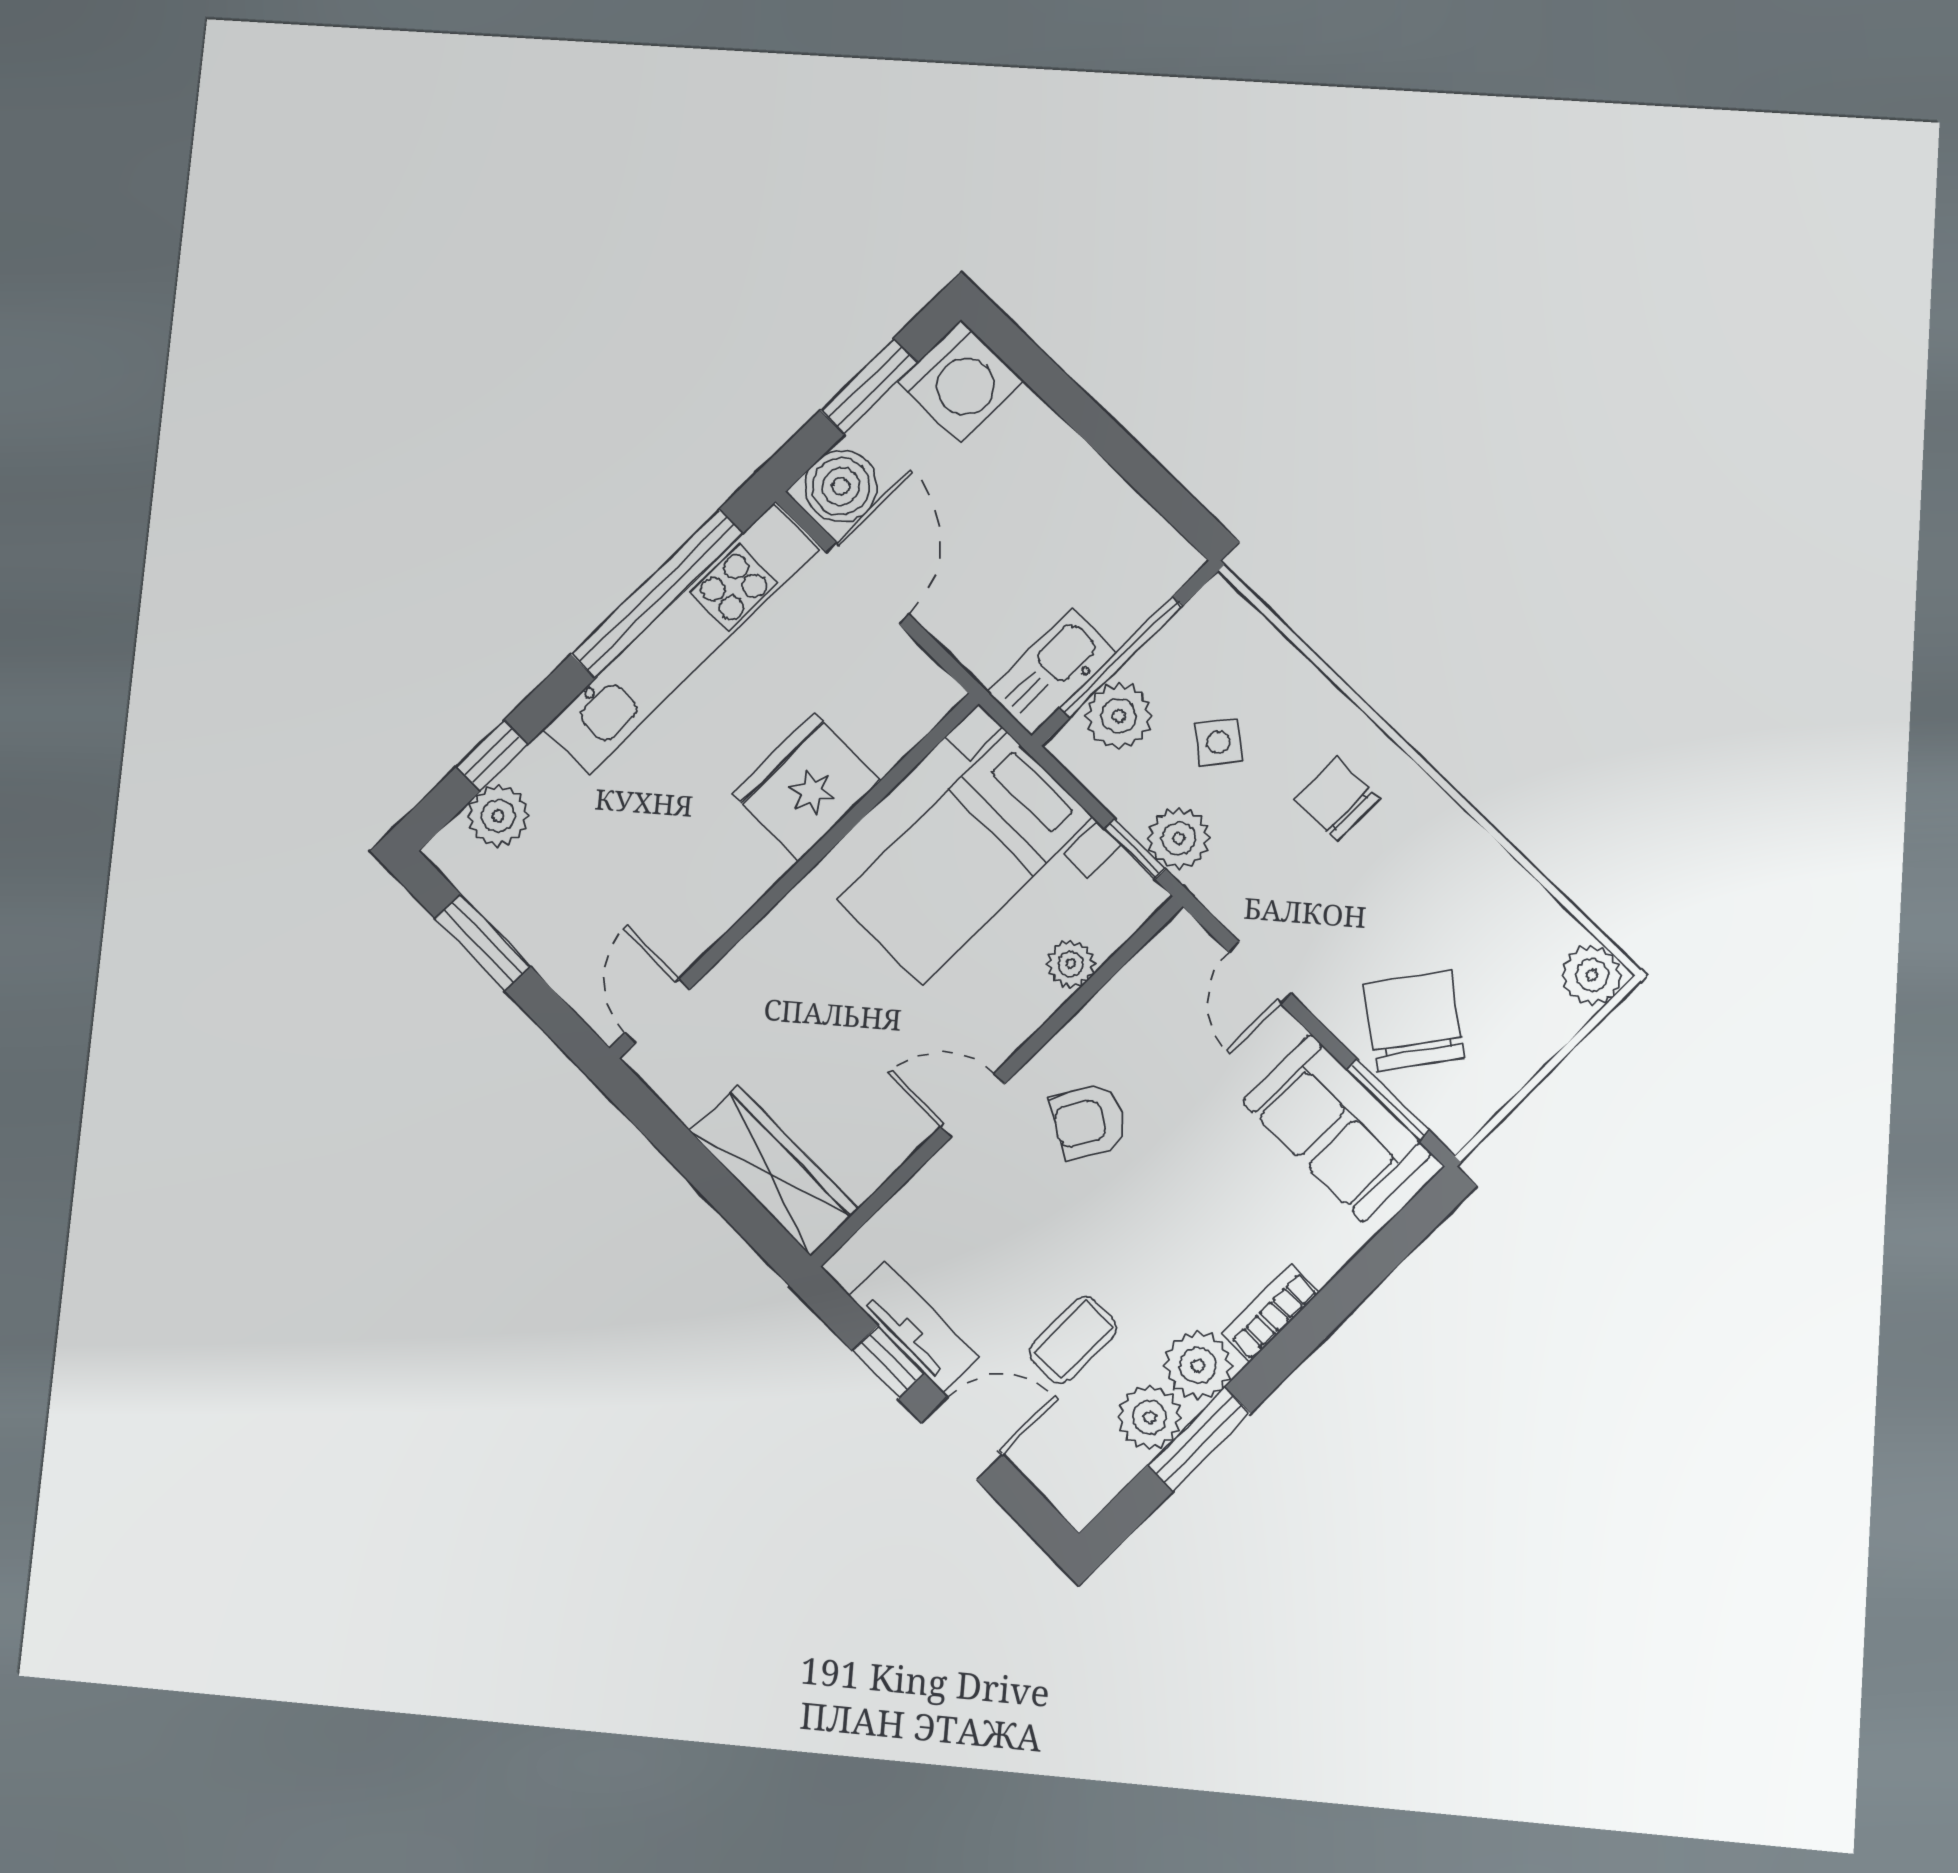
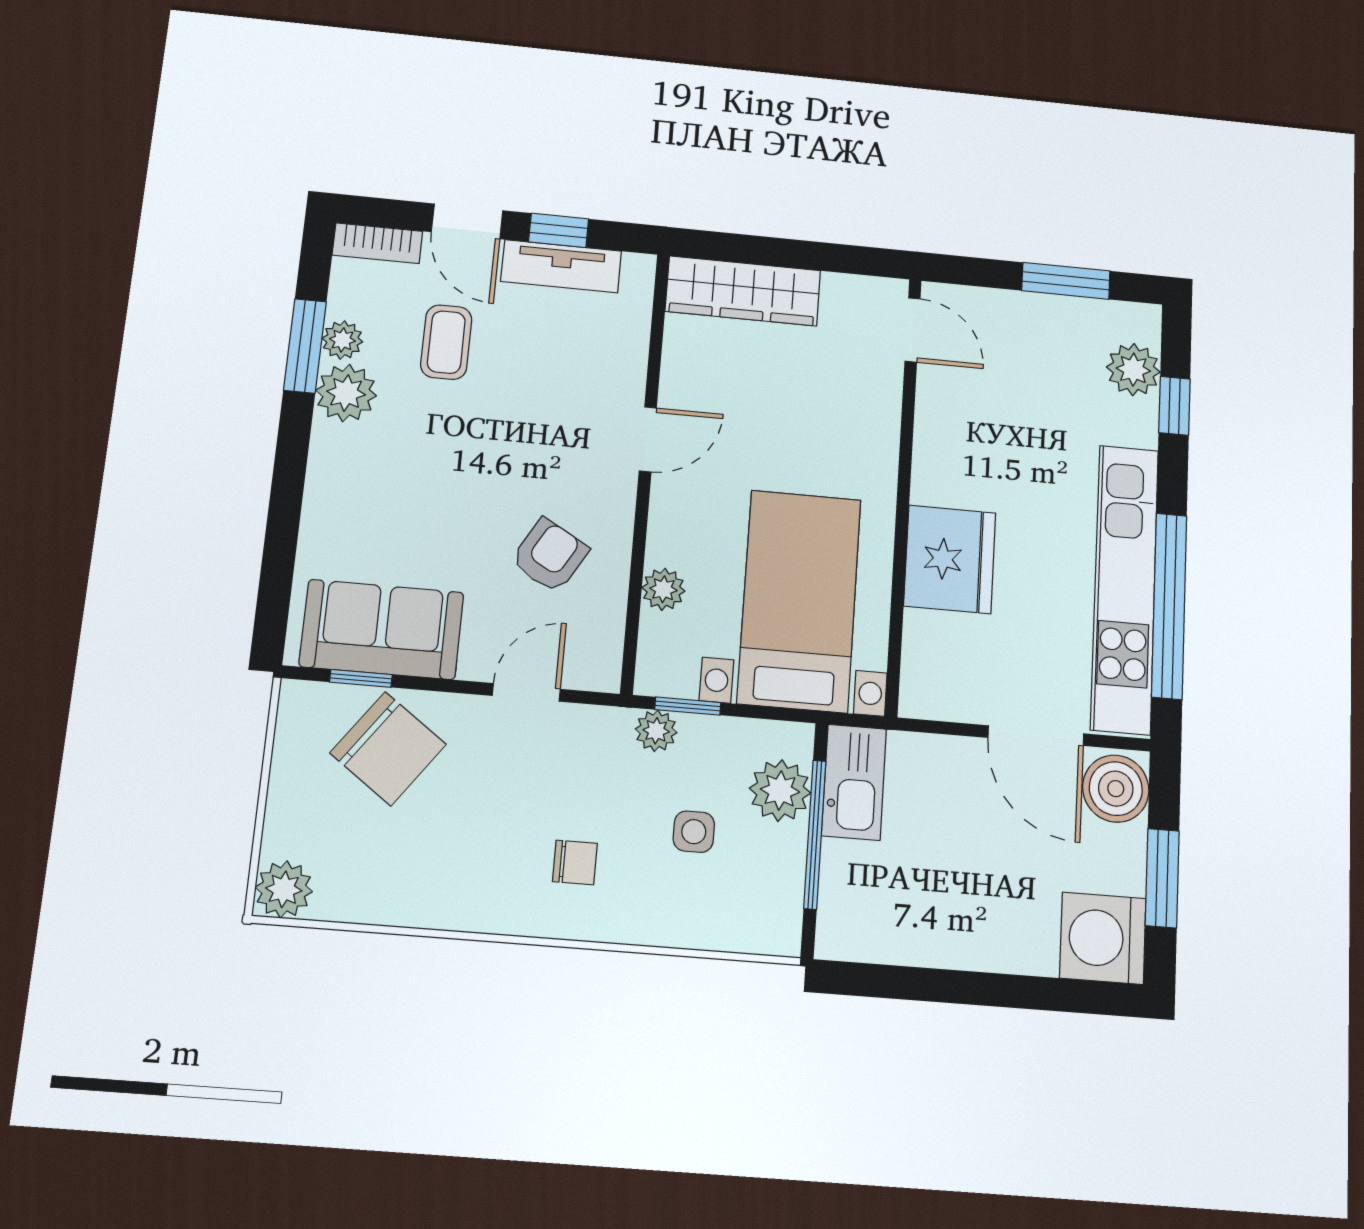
side table: (1218, 742) -> (694, 832), turned -38
chair: (1337, 799) -> (575, 862), width x0.73, depth x0.73
plant: (1179, 838) -> (656, 731), width x0.73, depth x0.73
door: (1260, 973) -> (526, 692), hinge flipped
window: (1388, 1100) -> (361, 678), width x0.67
armchair: (1089, 1121) -> (550, 556), moved
bookcase: (1271, 1313) -> (377, 243), moved, turned 90
plant: (1150, 1417) -> (342, 340), width x0.73, depth x0.73
door: (962, 1438) -> (467, 221), hinge flipped

